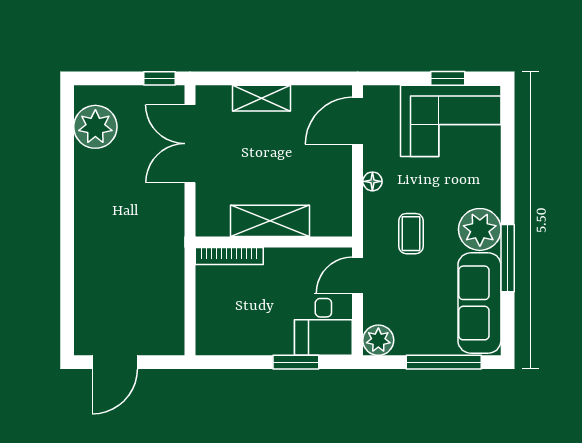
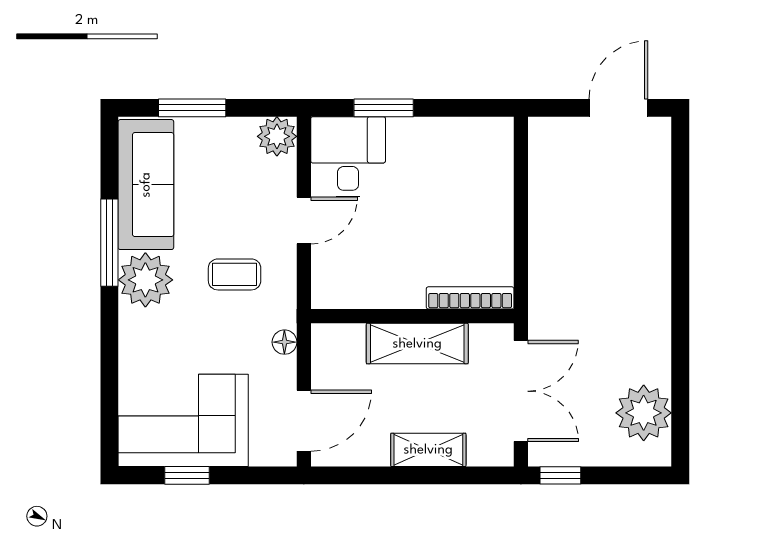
shelving: (270, 221) -> (417, 344), moved
coffee table: (411, 234) -> (235, 274), turned 90
wall: (274, 242) -> (412, 316), moved
bookcase: (229, 256) -> (470, 298), moved
window: (444, 362) -> (192, 108), width x0.69

